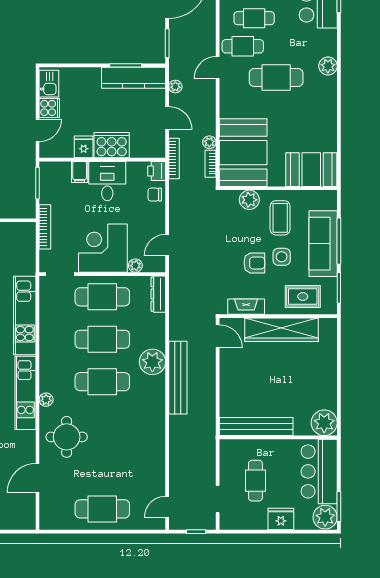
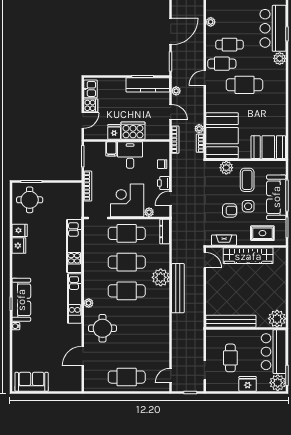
plant: (328, 66) -> (280, 58), moved
printer: (157, 171) -> (163, 183), moved

